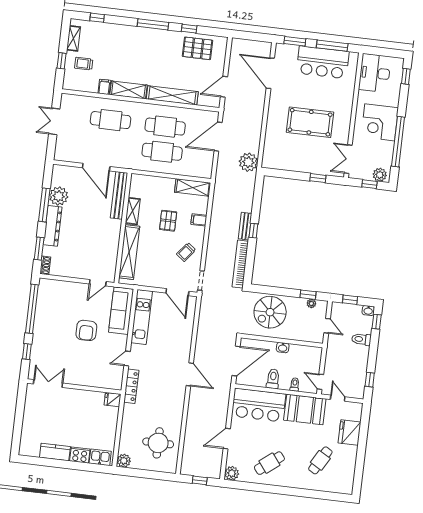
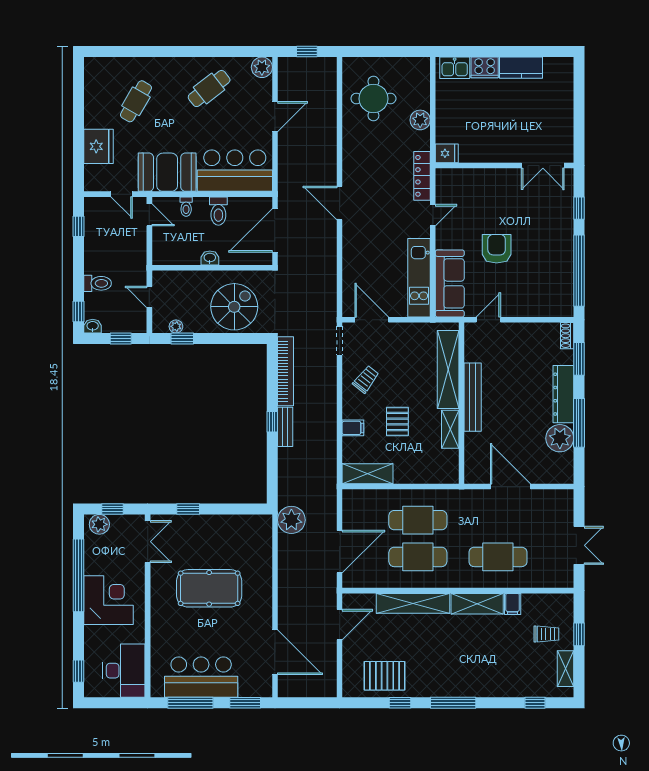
bench: (119, 195) -> (473, 397), moved
plant: (124, 461) -> (420, 120), moved

